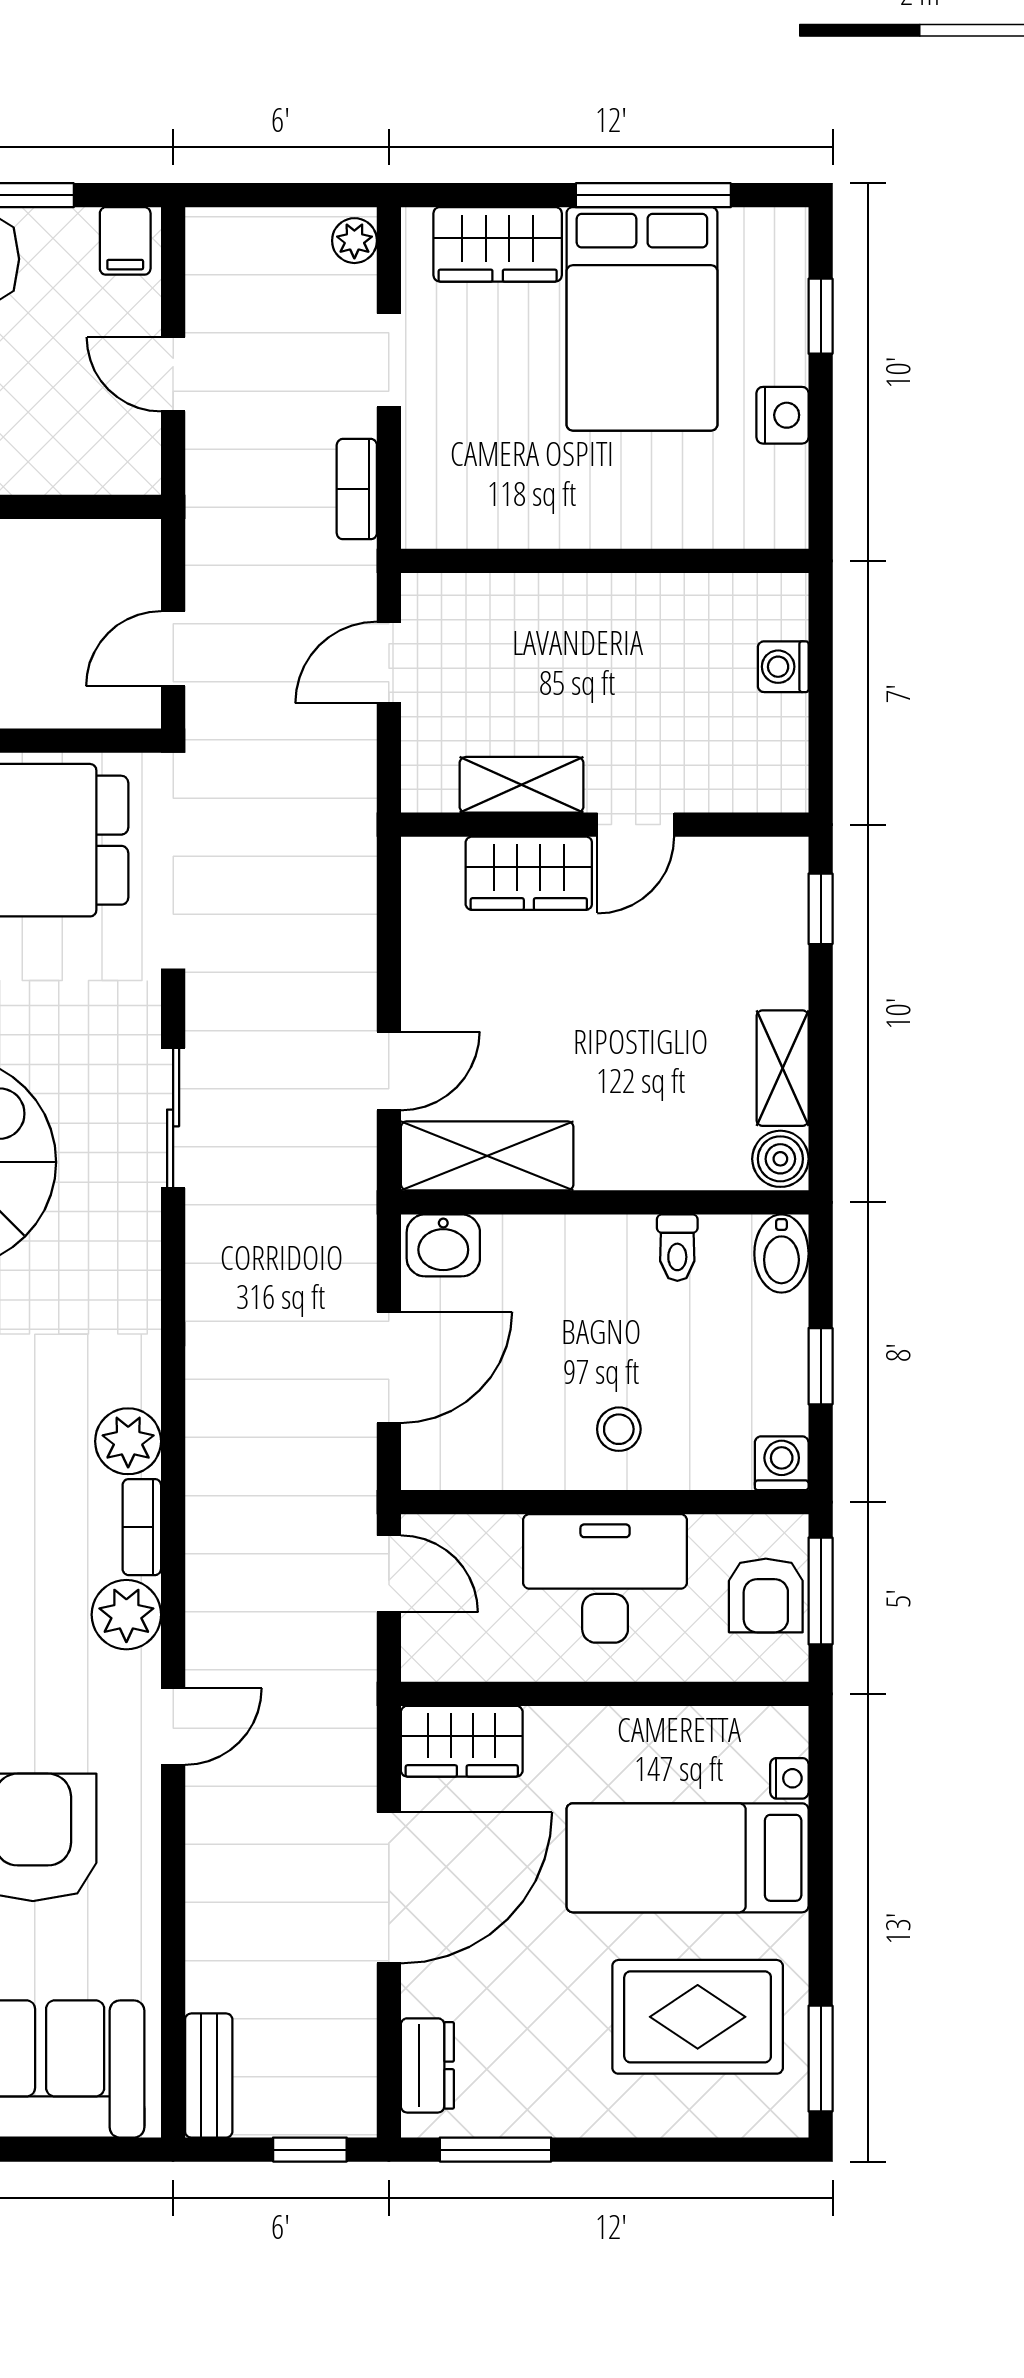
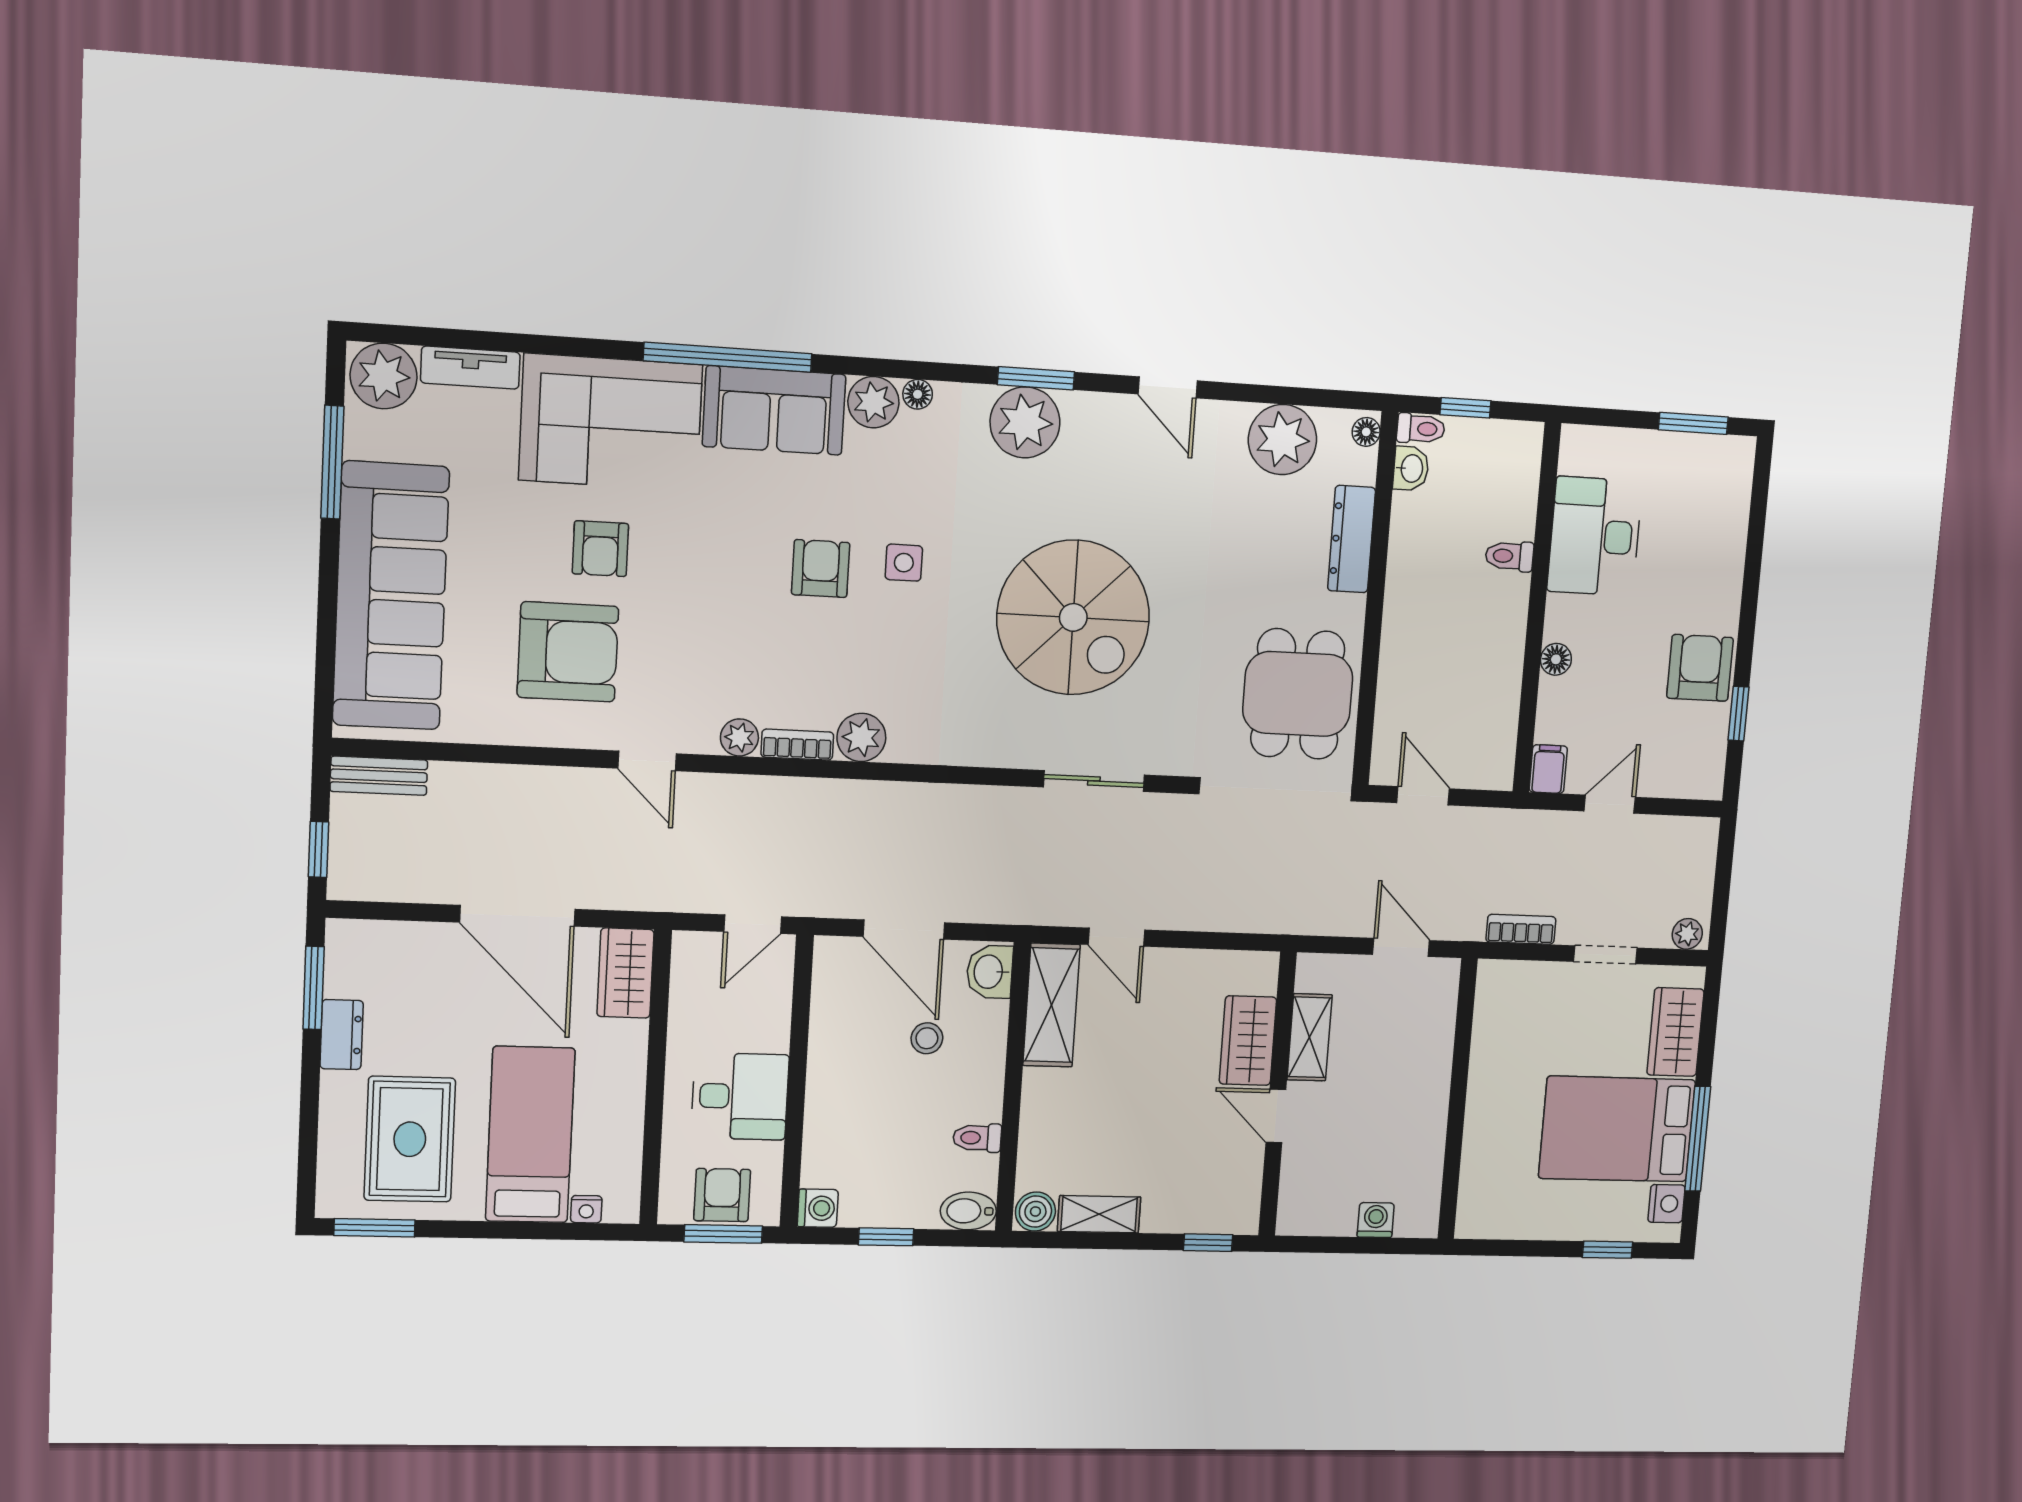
filing cabinet: (125, 241) -> (1548, 769), moved, turned 90
nightstand: (782, 415) -> (1667, 1204), moved, turned -90
stool: (619, 1429) -> (927, 1038), moved
desk: (605, 1578) -> (740, 1096), width x0.73
armchair: (766, 1595) -> (722, 1195), turned 90
plant: (126, 1615) -> (739, 737), width x0.73, depth x0.73
dresser: (427, 2065) -> (342, 1035), moved, turned -90

